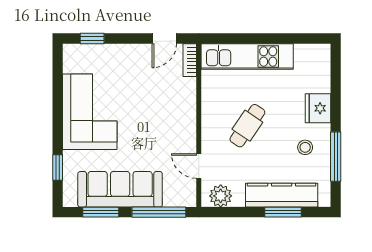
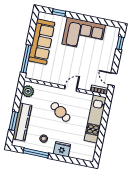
door: (199, 166) -> (71, 89), moved
window: (101, 212) -> (32, 30), removed

